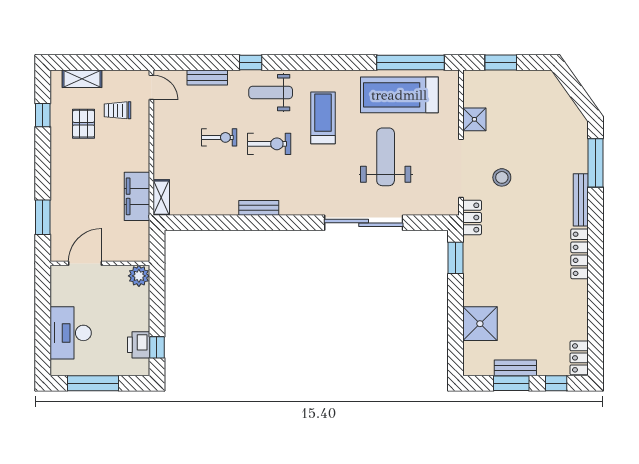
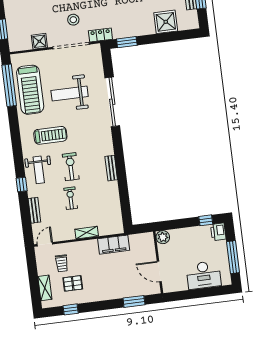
treadmill: (323, 118) -> (50, 135), turned 180
shelving: (161, 198) -> (87, 233), moved
printer: (139, 345) -> (218, 232), moved, turned 90

